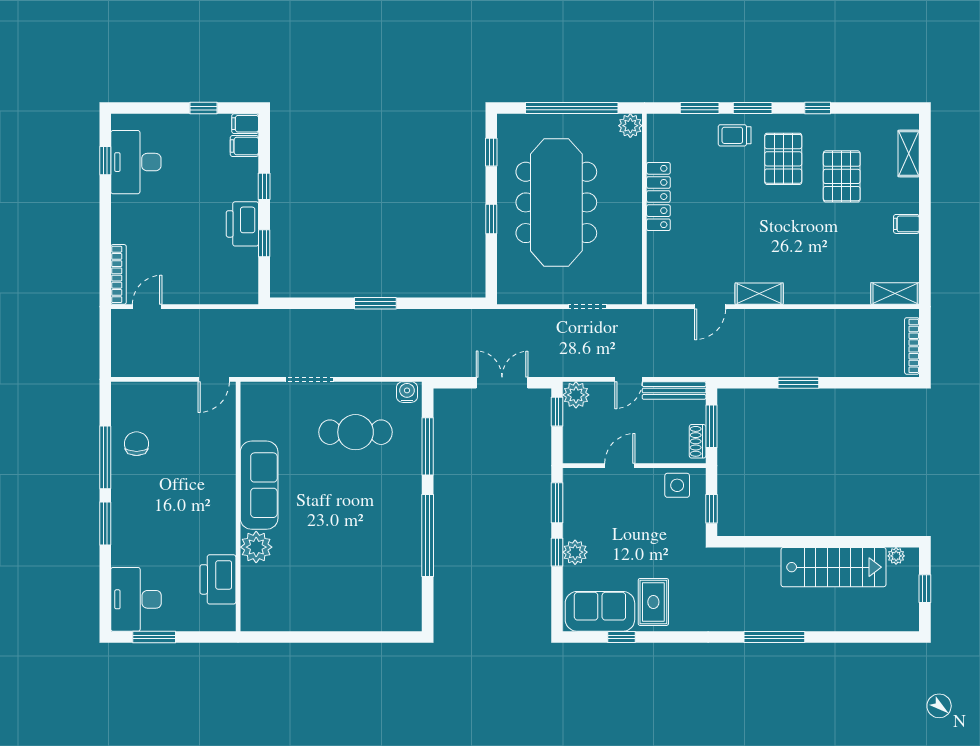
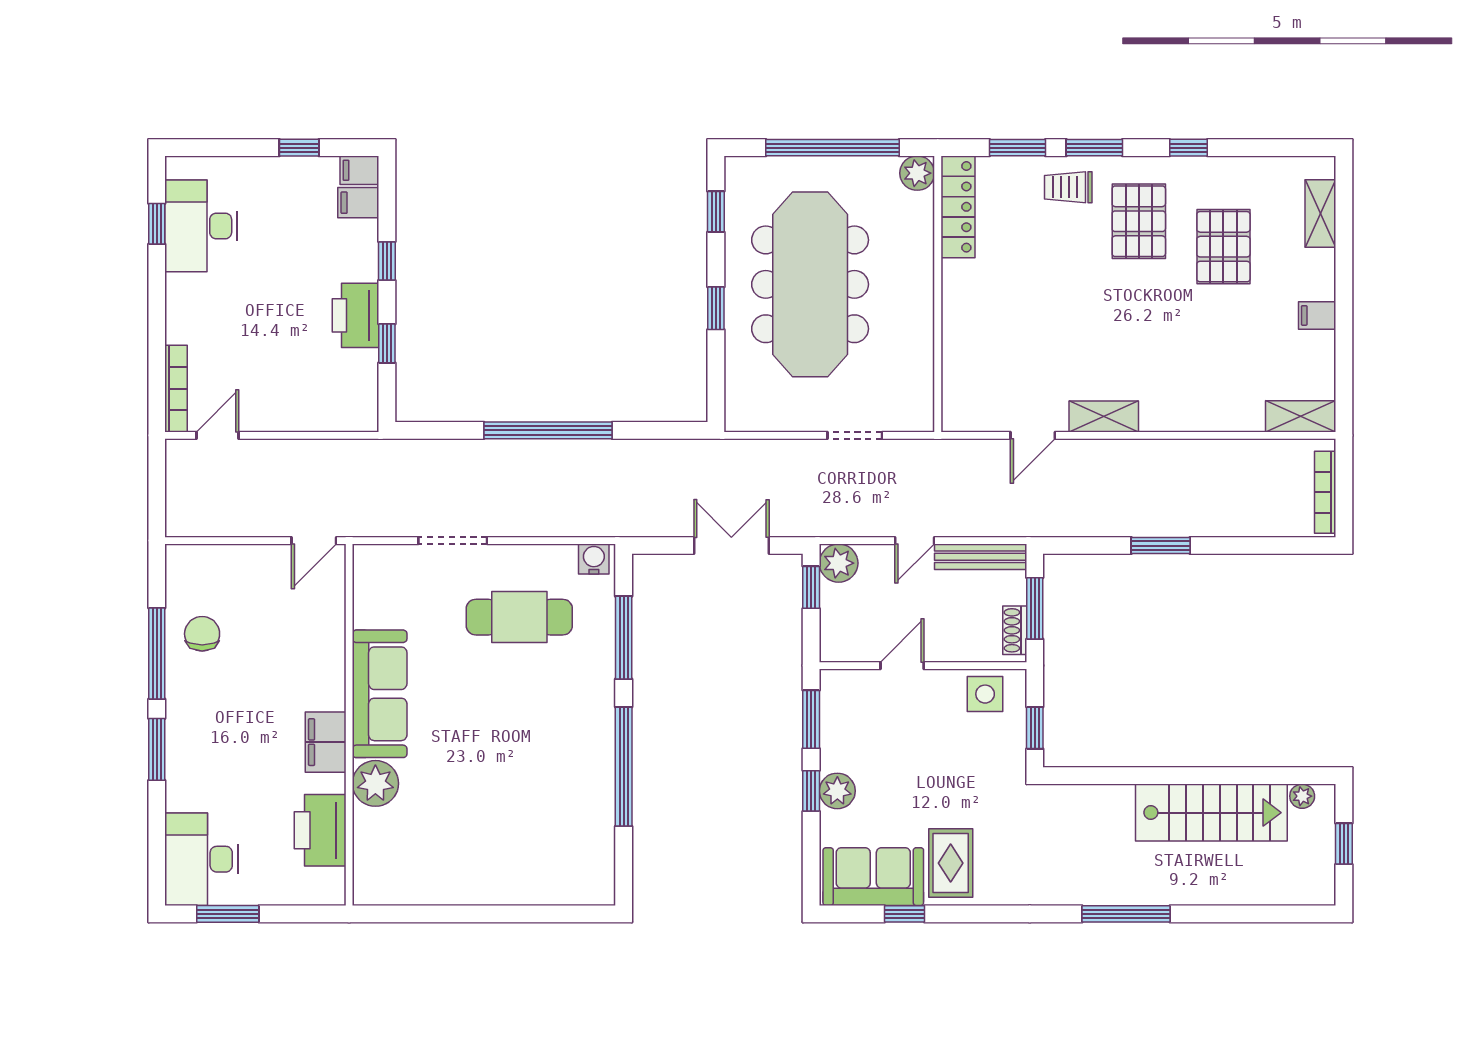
locker: (658, 197) -> (958, 207), moved
window: (375, 303) -> (548, 430), width x2.11
filing cabinet: (222, 519) -> (326, 742), added

